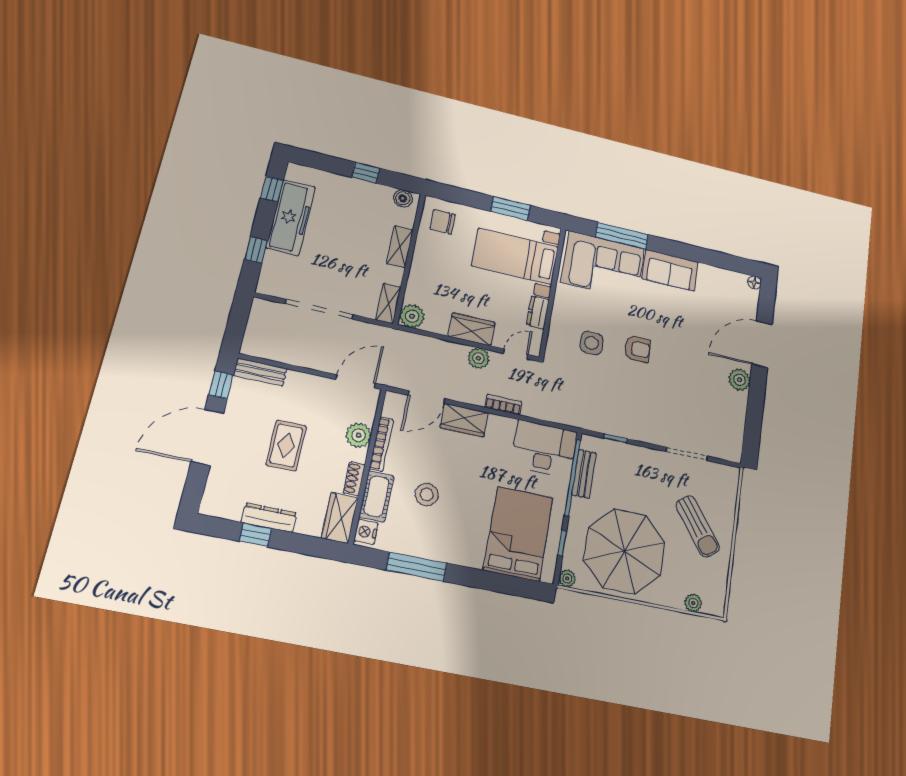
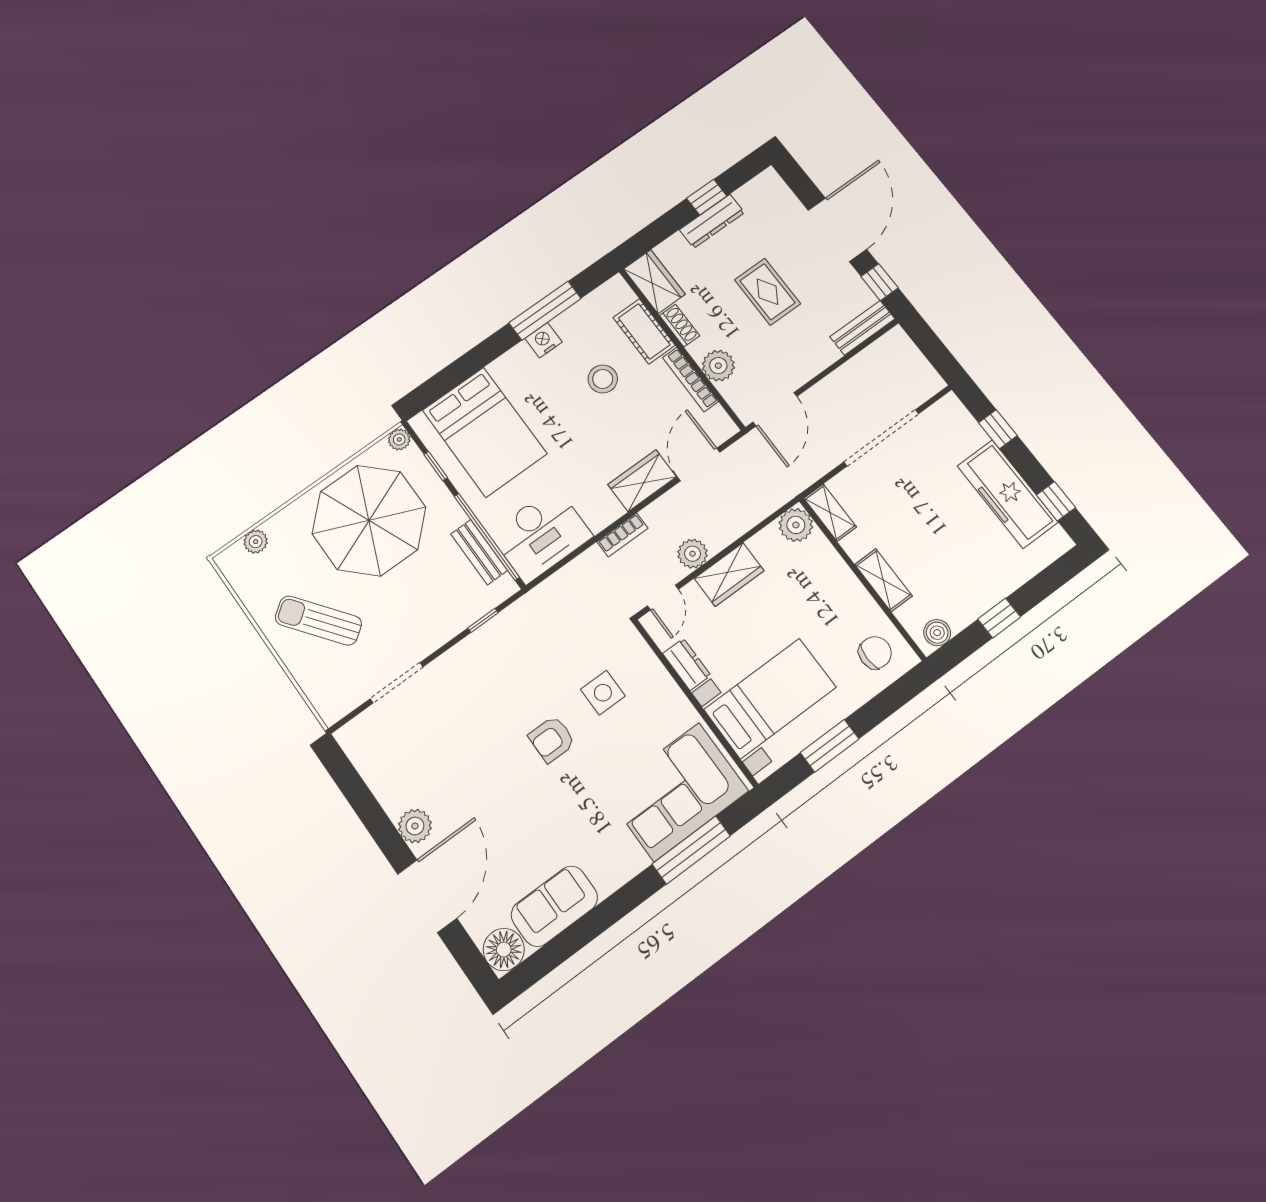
sofa: (670, 270) -> (554, 906), moved
floor lamp: (754, 282) -> (504, 950), width x1.89, depth x1.89
nightstand: (366, 532) -> (544, 340), moved, turned -90

